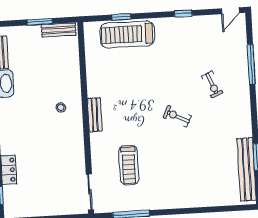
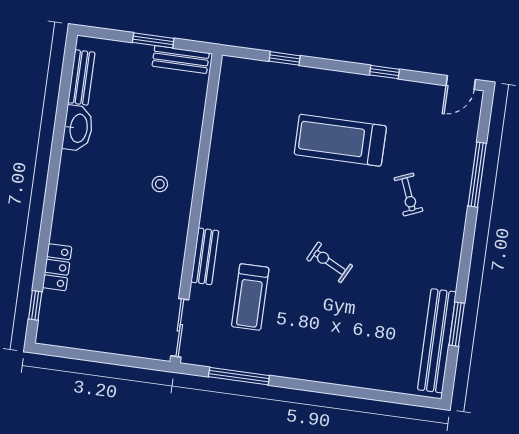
treadmill: (127, 34) -> (340, 140), moved
bench: (95, 115) -> (205, 256), moved
exercise bike: (177, 116) -> (330, 262), moved

